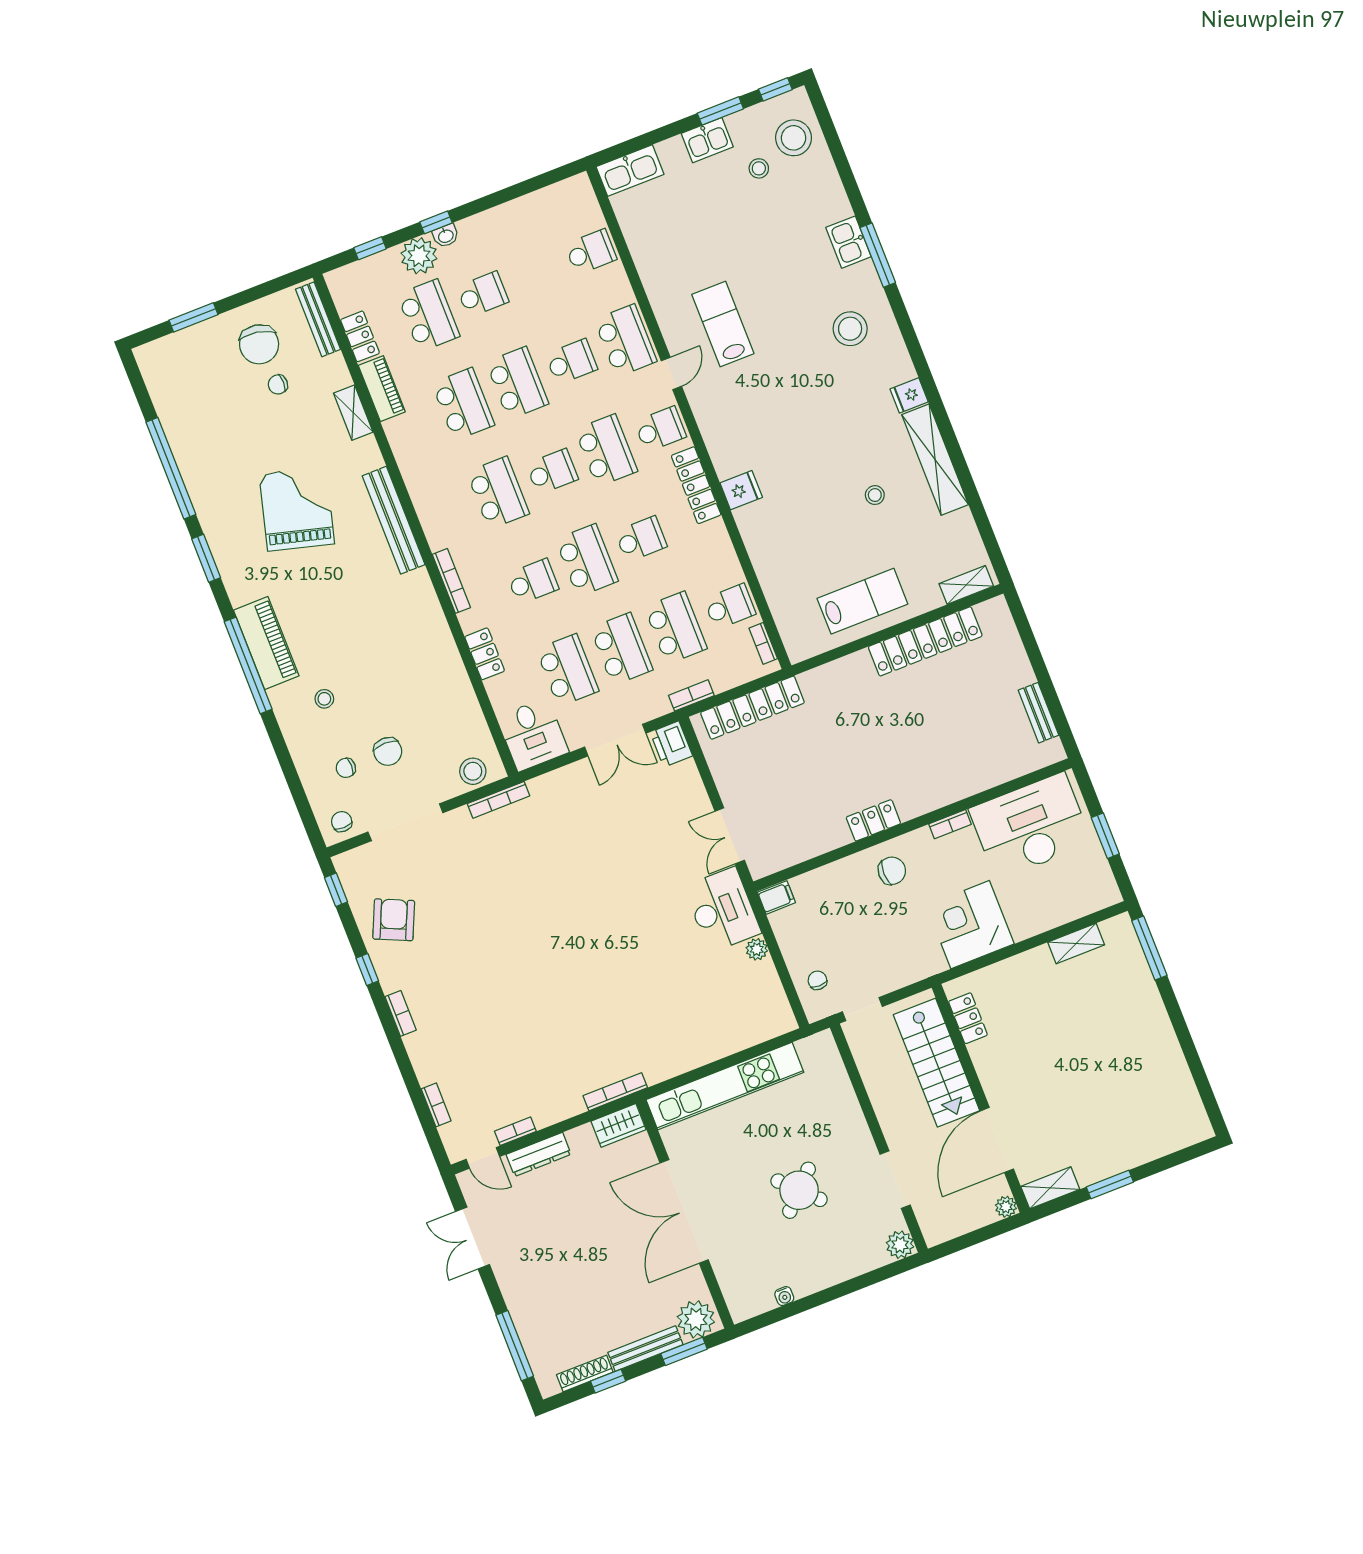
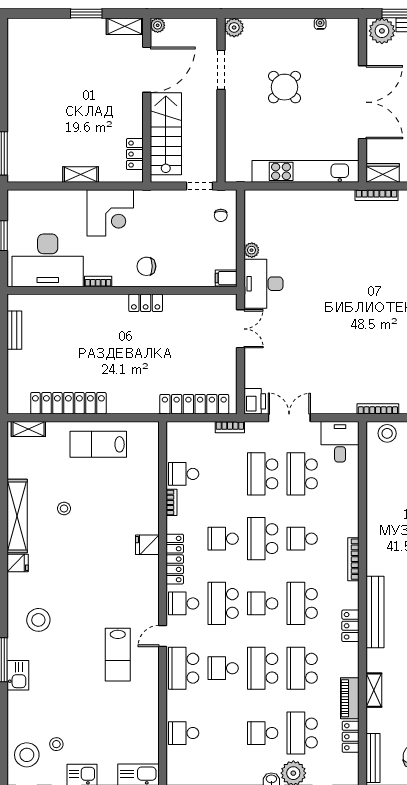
school desk: (676, 628) -> (223, 474), removed
bookcase: (763, 643) -> (172, 502), moved
locker: (485, 654) -> (350, 626), moved
shelving: (1076, 944) -> (81, 175), moved

